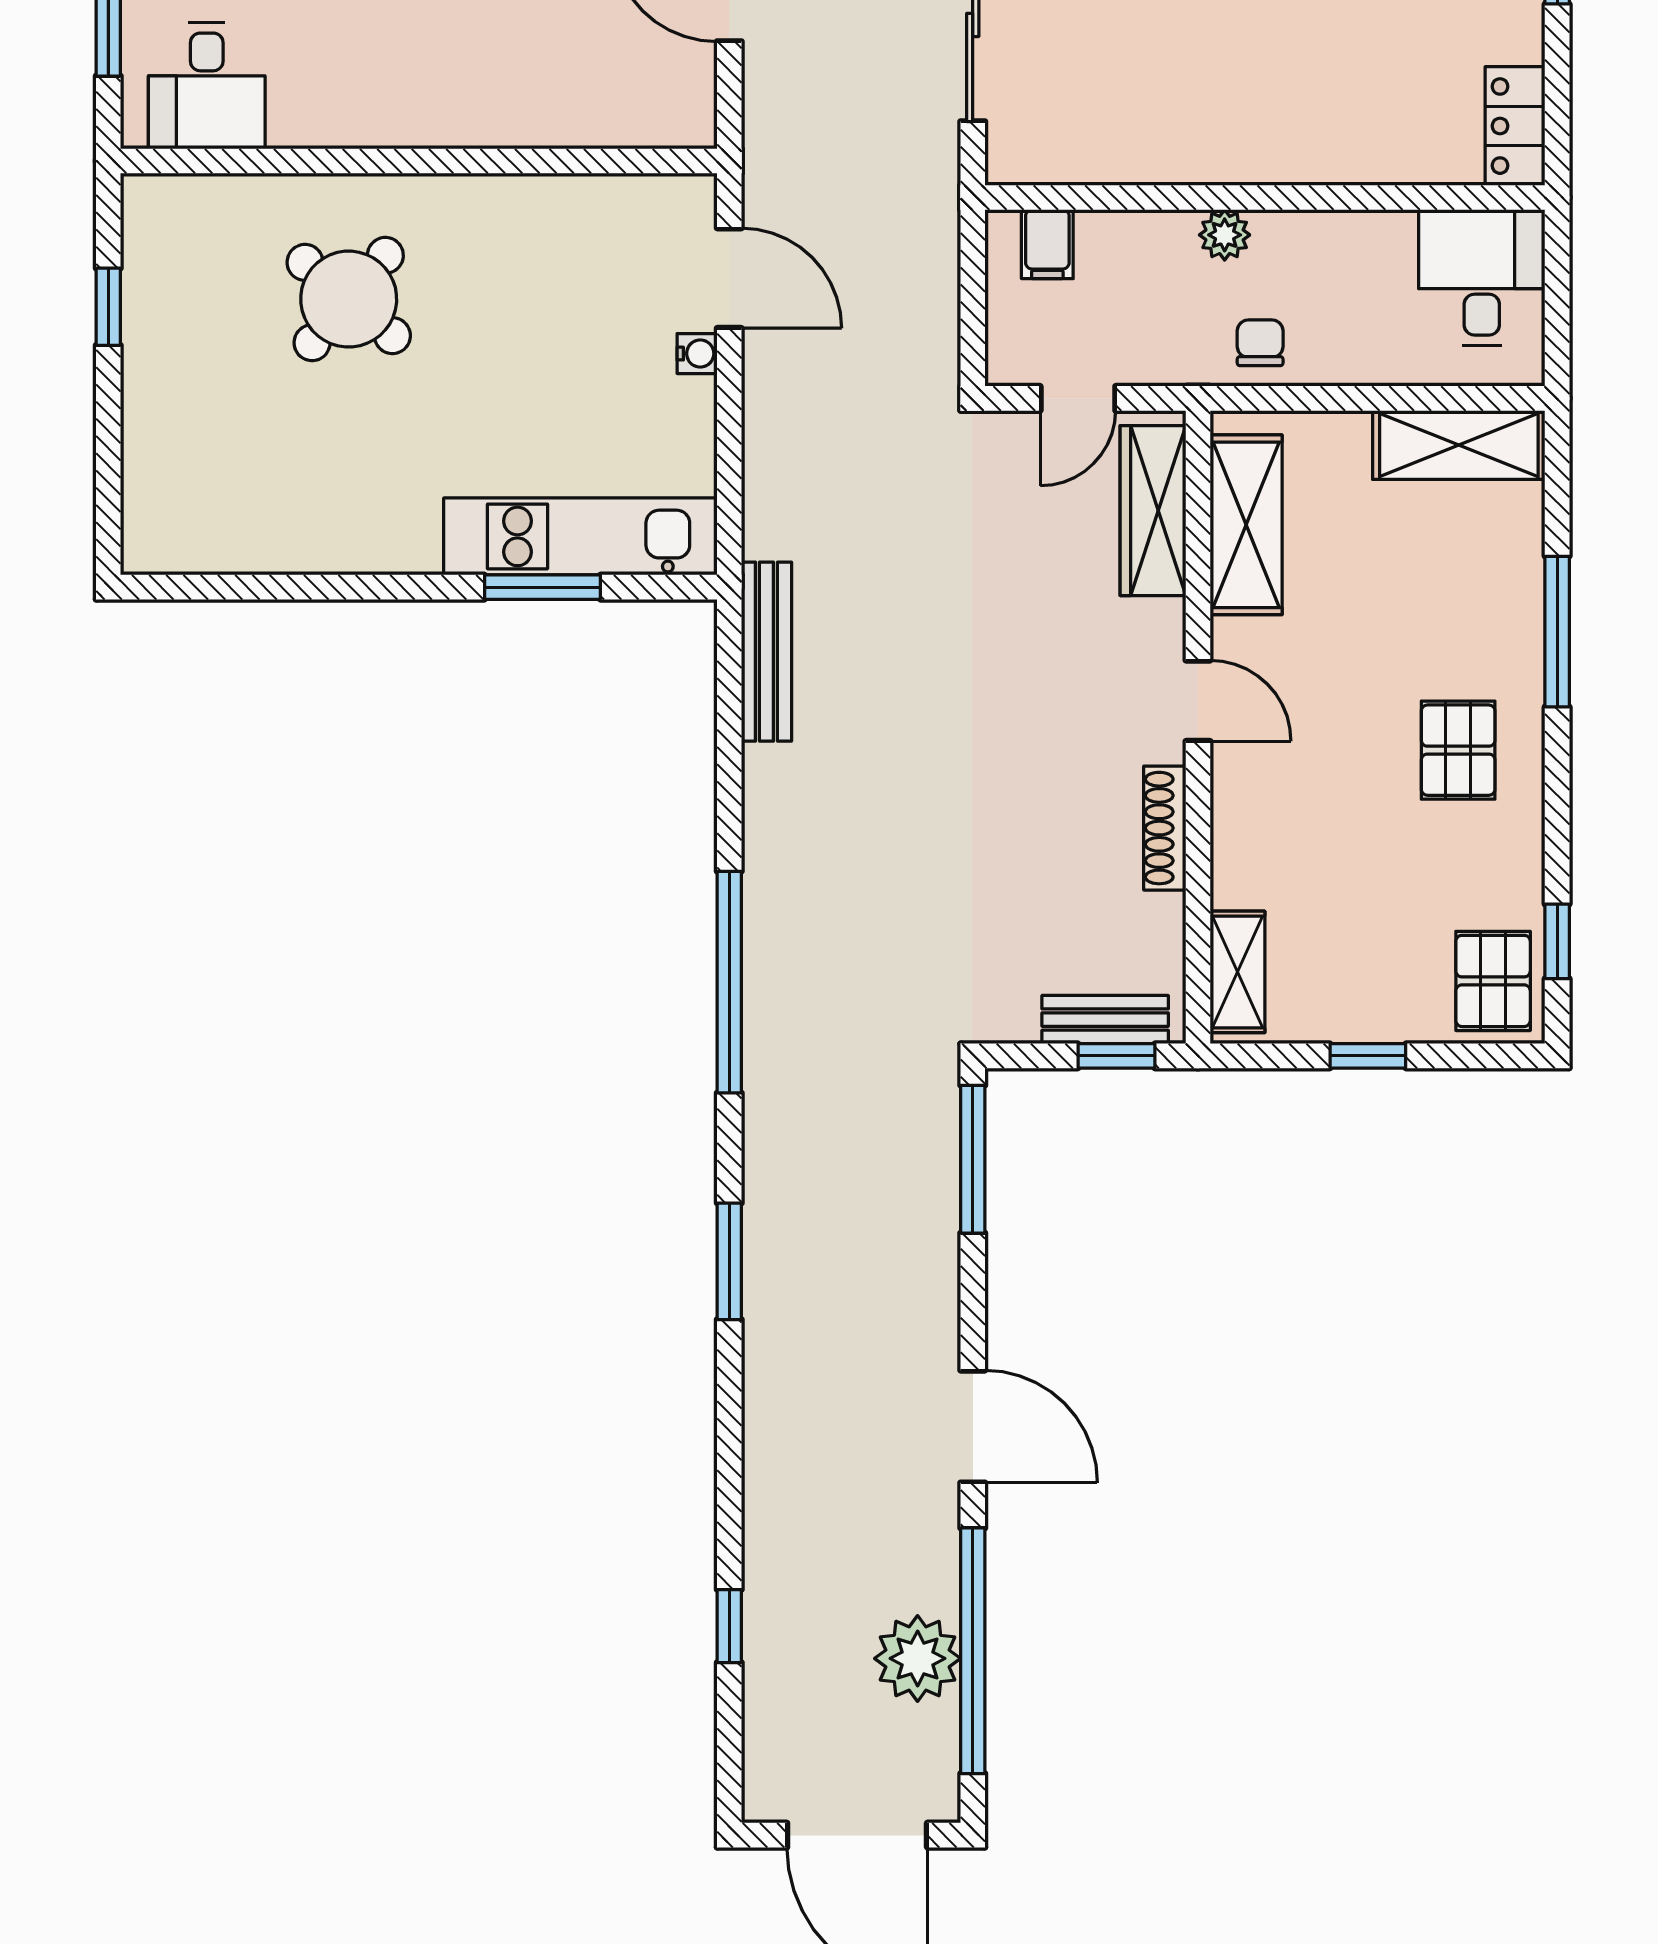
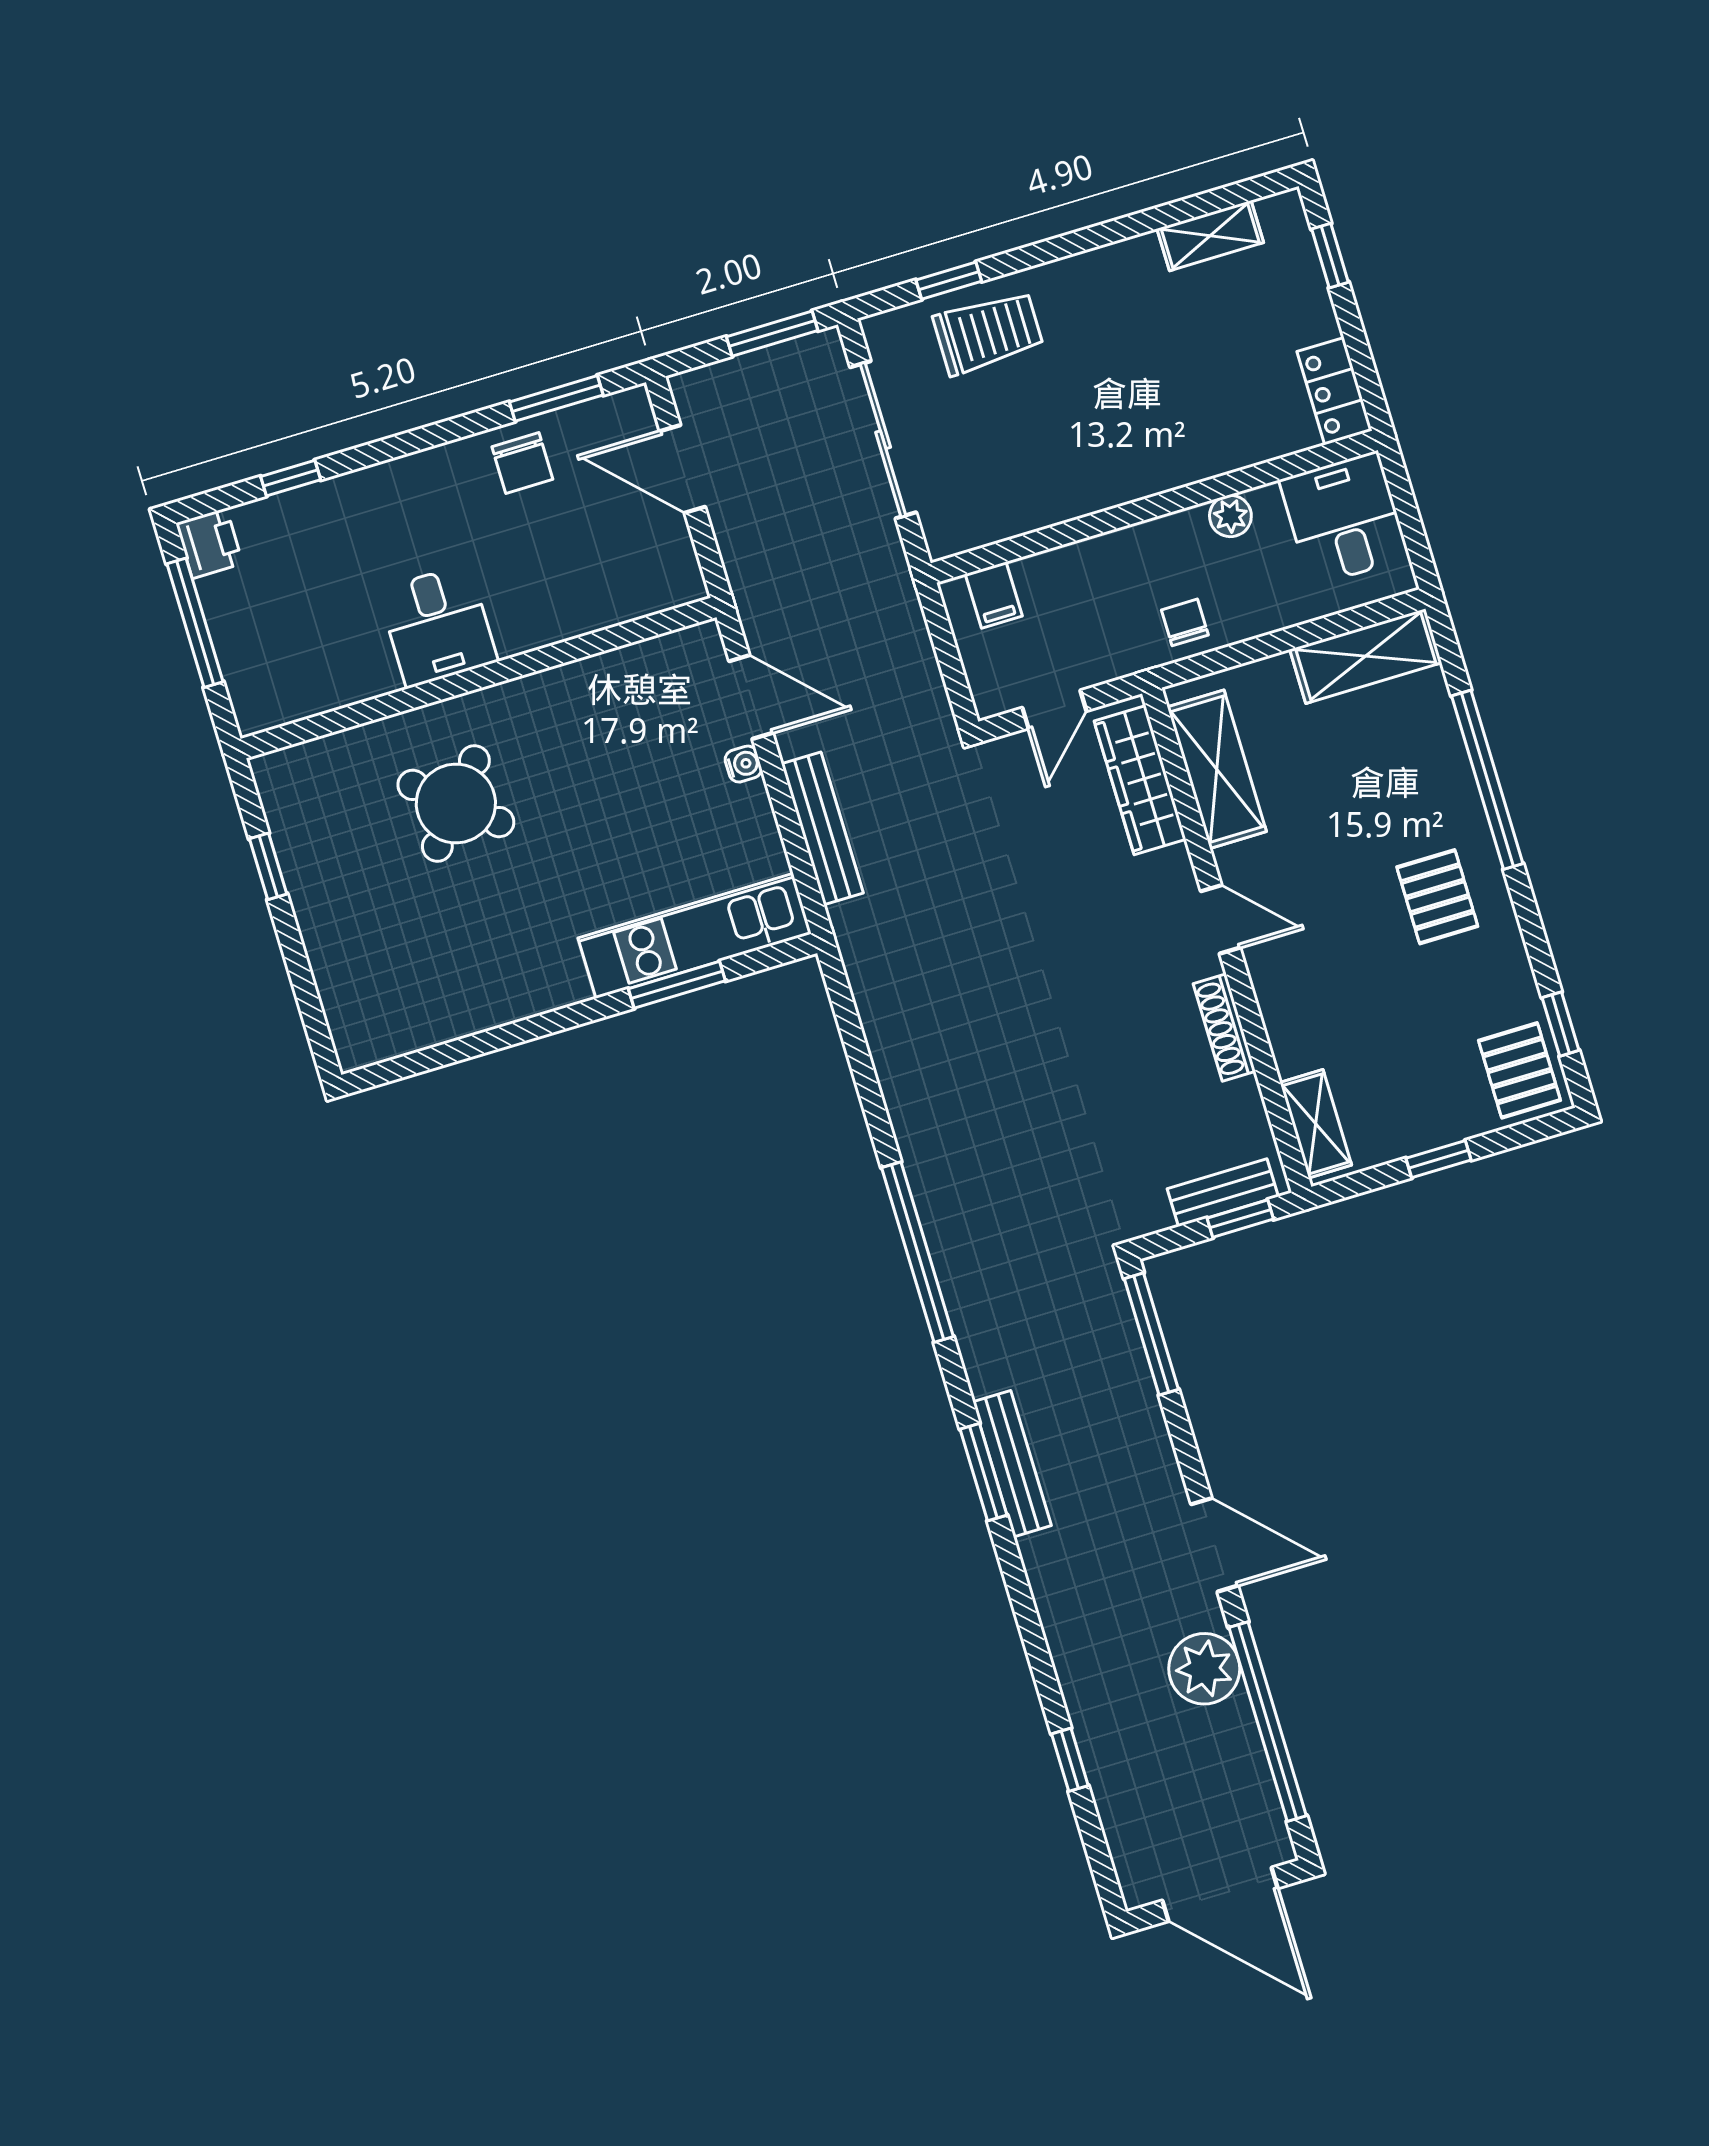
desk: (207, 86) -> (438, 626), moved
plant: (1225, 235) -> (1230, 516), moved
window: (1557, 632) -> (1487, 780), width x1.46
bench: (766, 652) -> (822, 828), moved
bench: (765, 1261) -> (1012, 1464), added
plant: (918, 1658) -> (1204, 1669), moved

